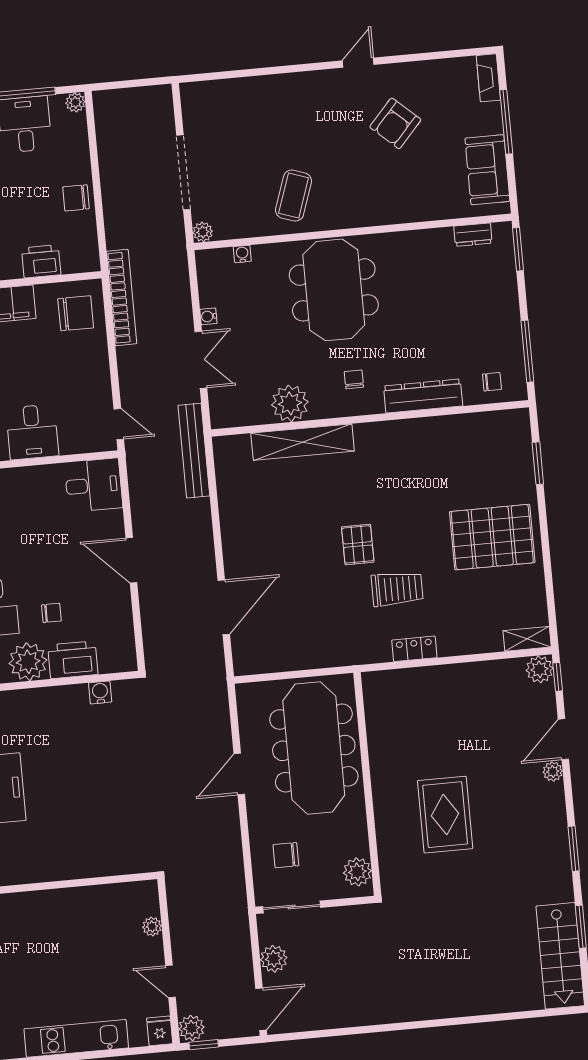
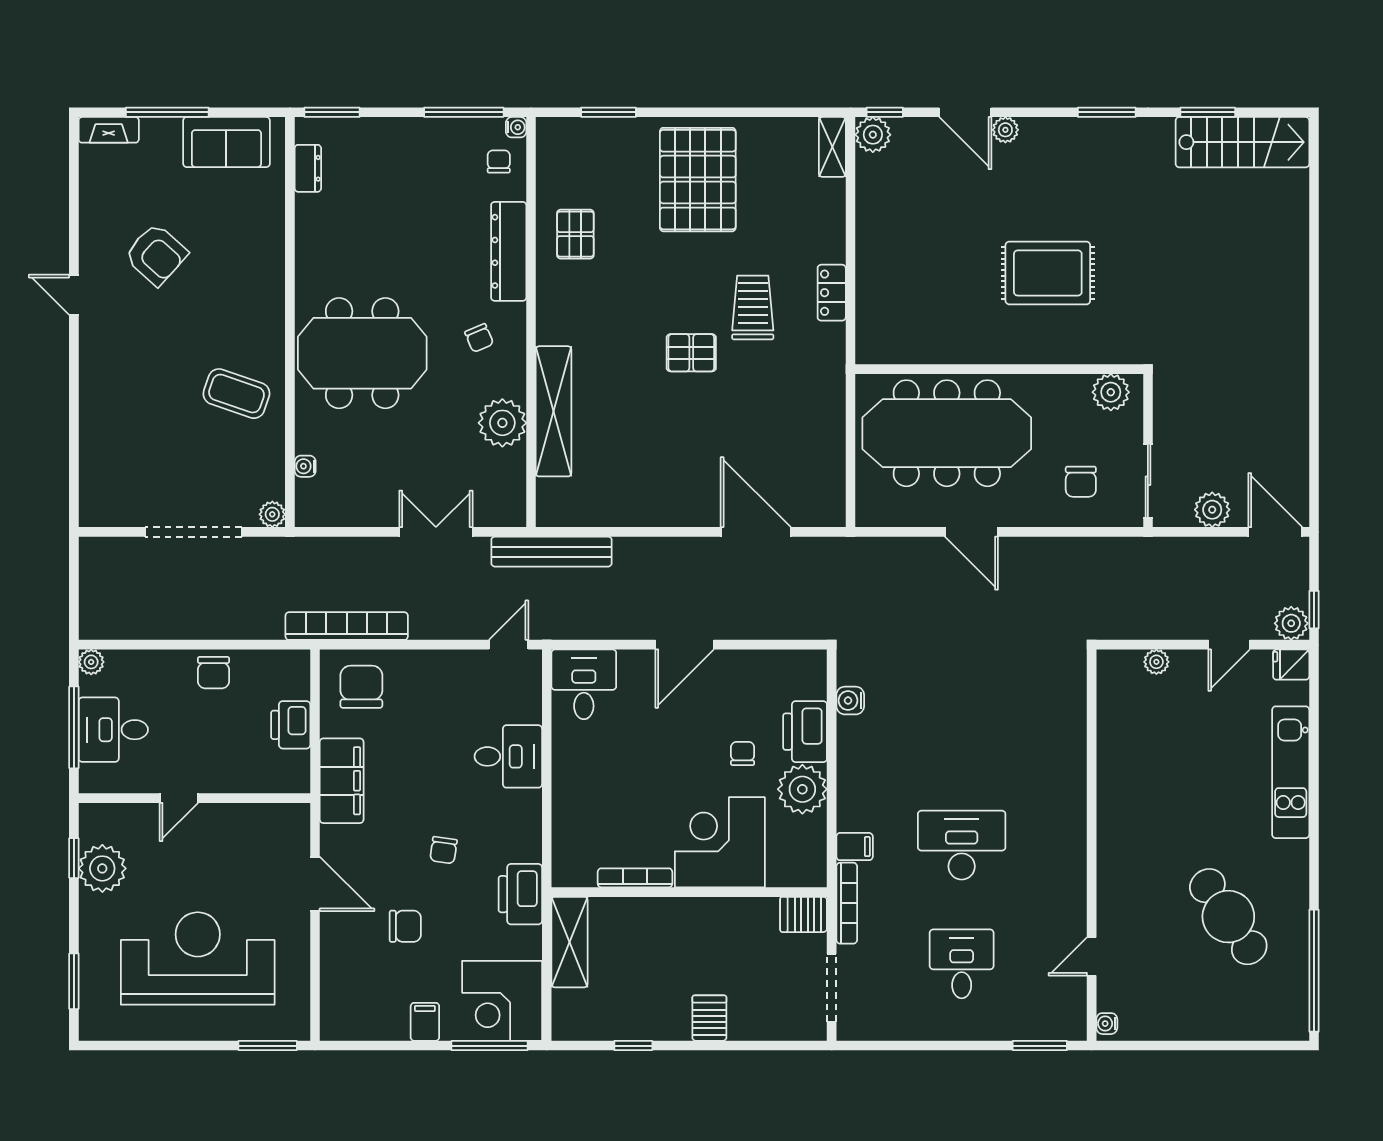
water cooler: (208, 316) -> (516, 127), moved, turned -90
chair: (354, 379) -> (479, 338), turned -113
pallet: (441, 446) -> (575, 234), added

